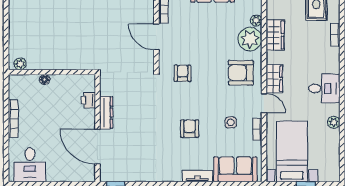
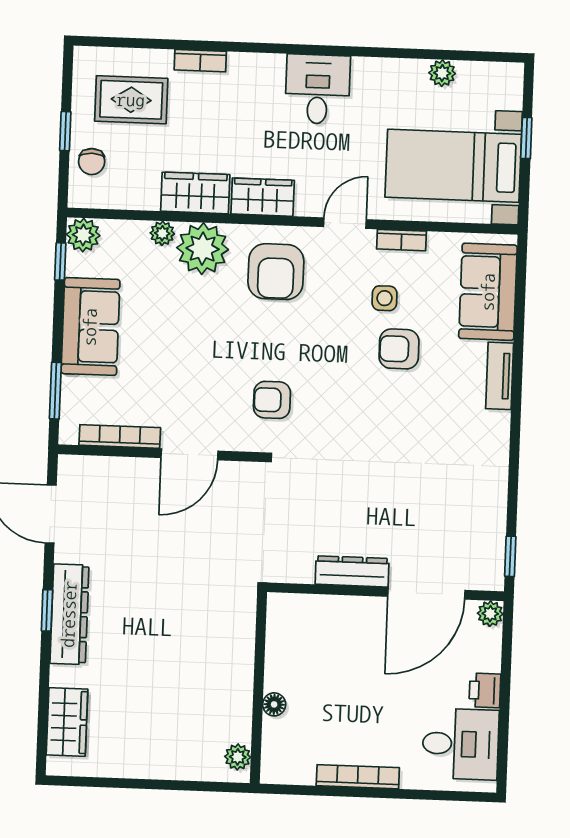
wardrobe: (274, 79) -> (263, 197), moved
printer: (88, 100) -> (485, 690), moved, turned 90
plant: (334, 122) -> (442, 73), moved
armchair: (190, 129) -> (399, 349), moved
plant: (89, 176) -> (490, 614), added

